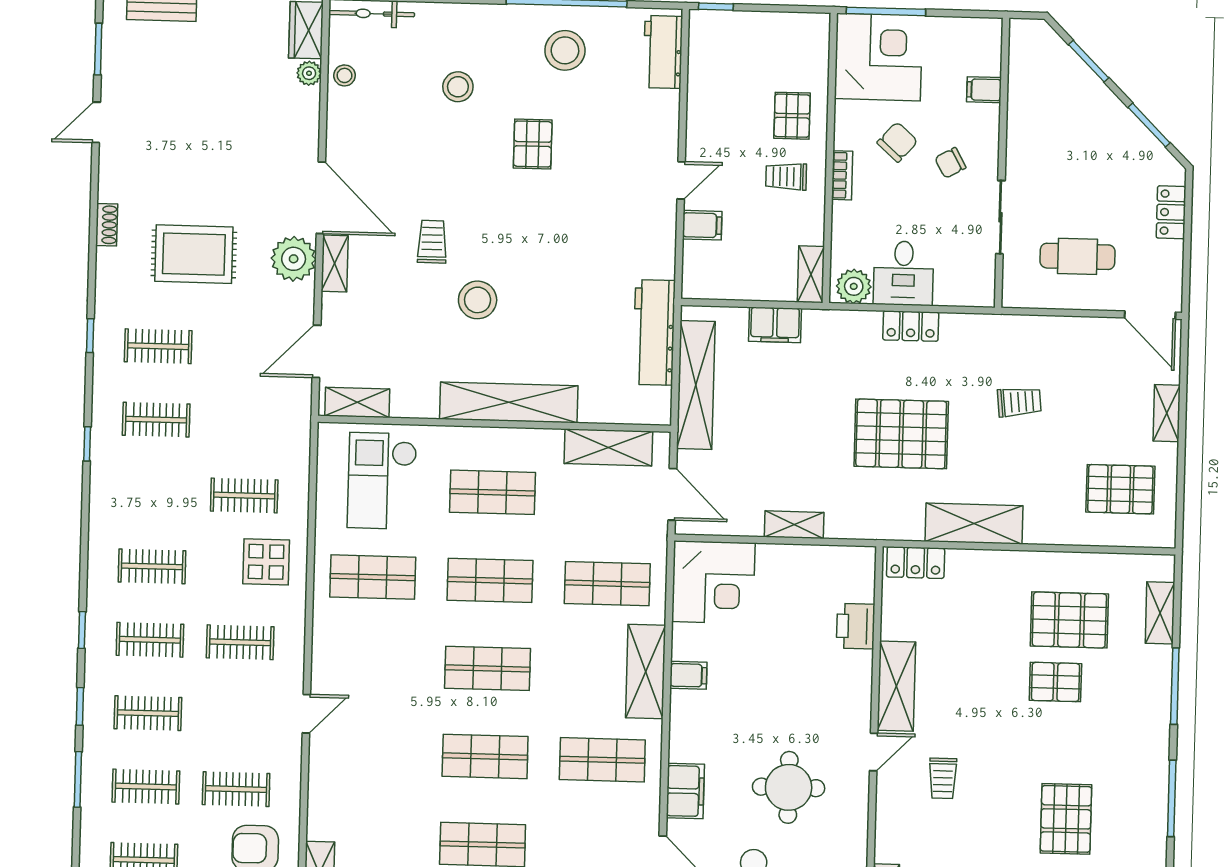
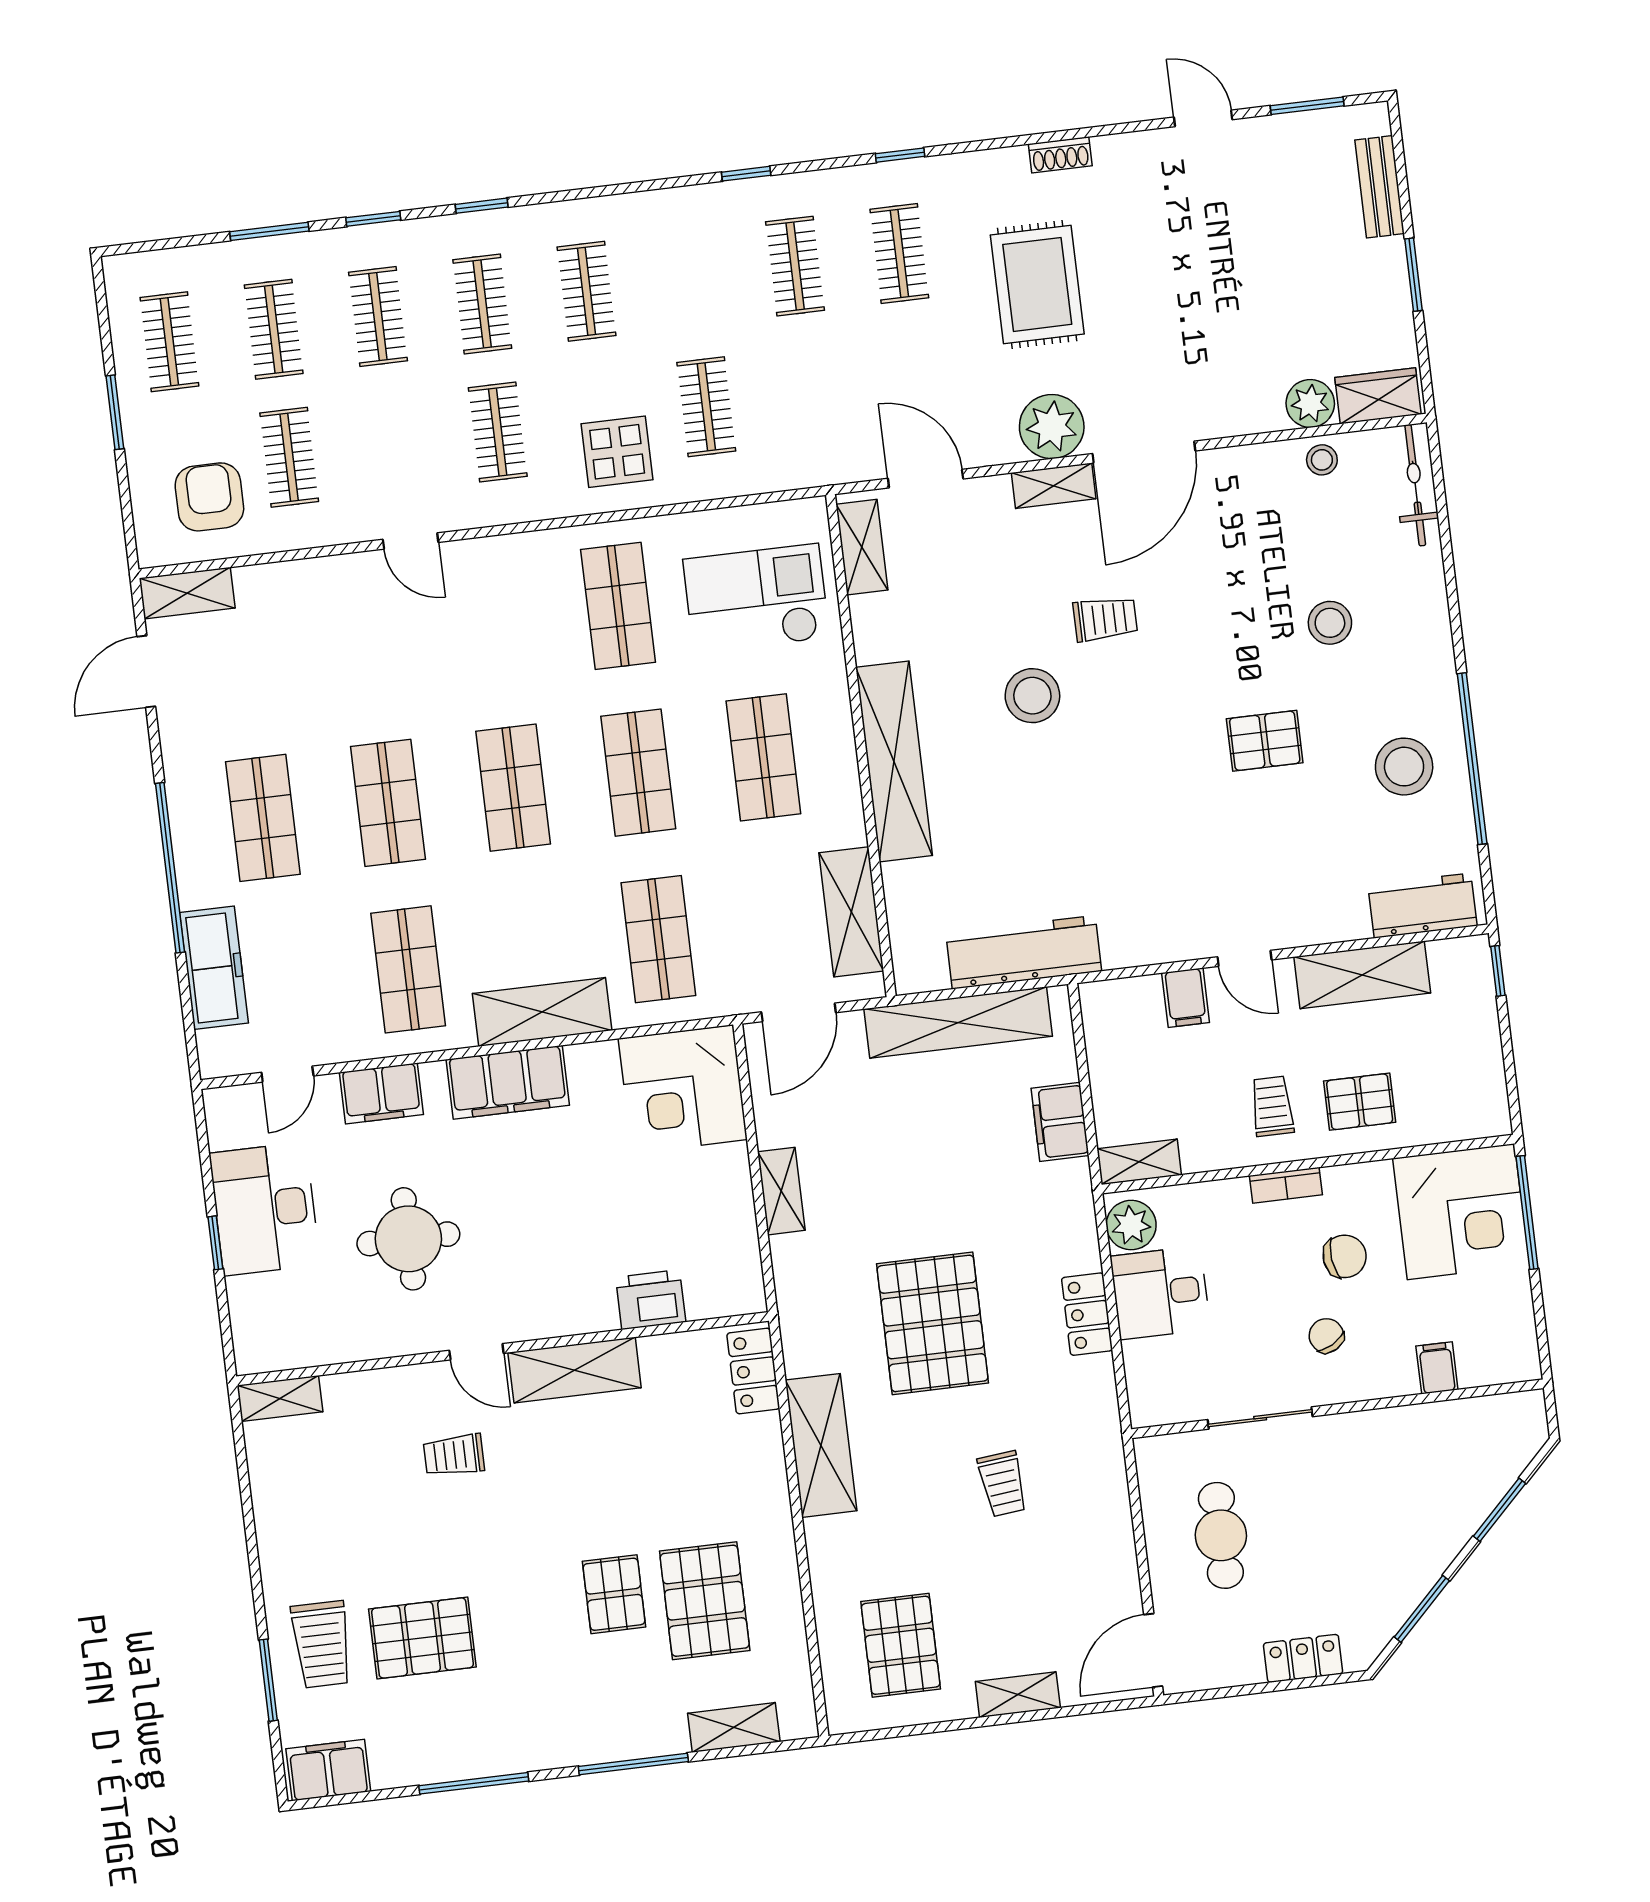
plant: (309, 73) -> (1310, 403), width x1.38, depth x1.38
shelving: (705, 101) -> (1362, 975), added
chair: (897, 142) -> (1345, 1256), turned -49
filing cabinet: (688, 675) -> (508, 1082), width x3.00, depth x1.17

